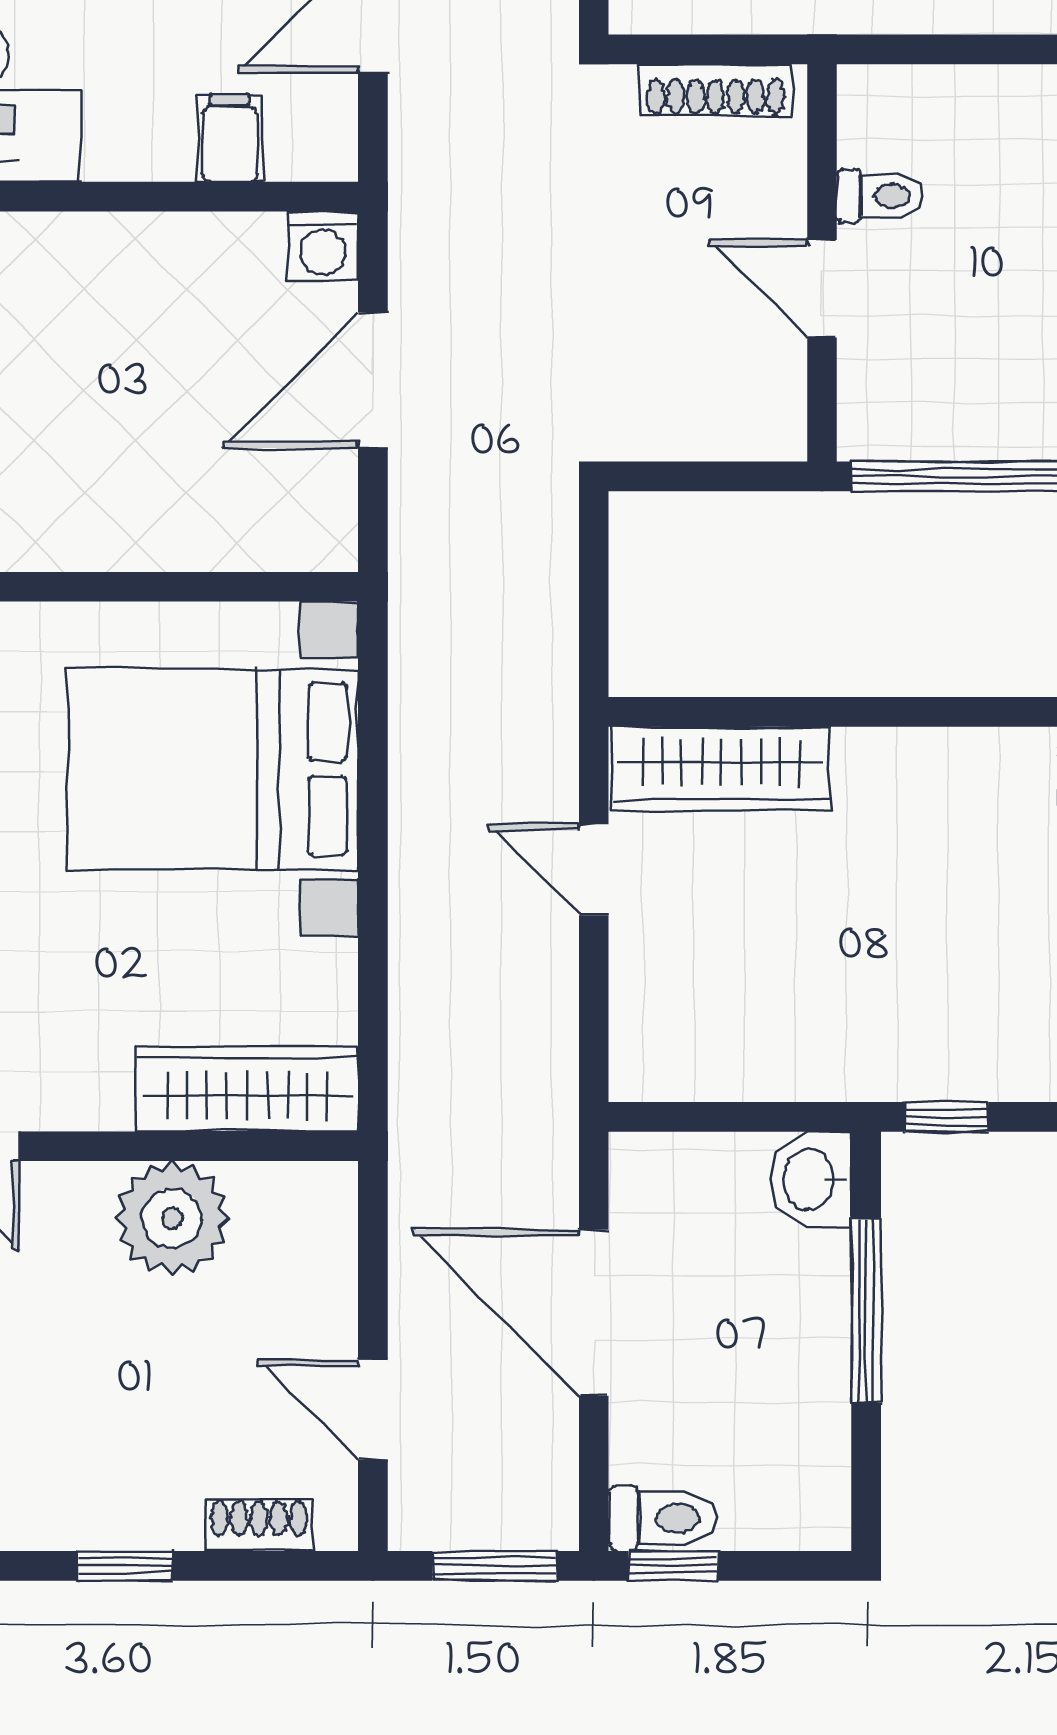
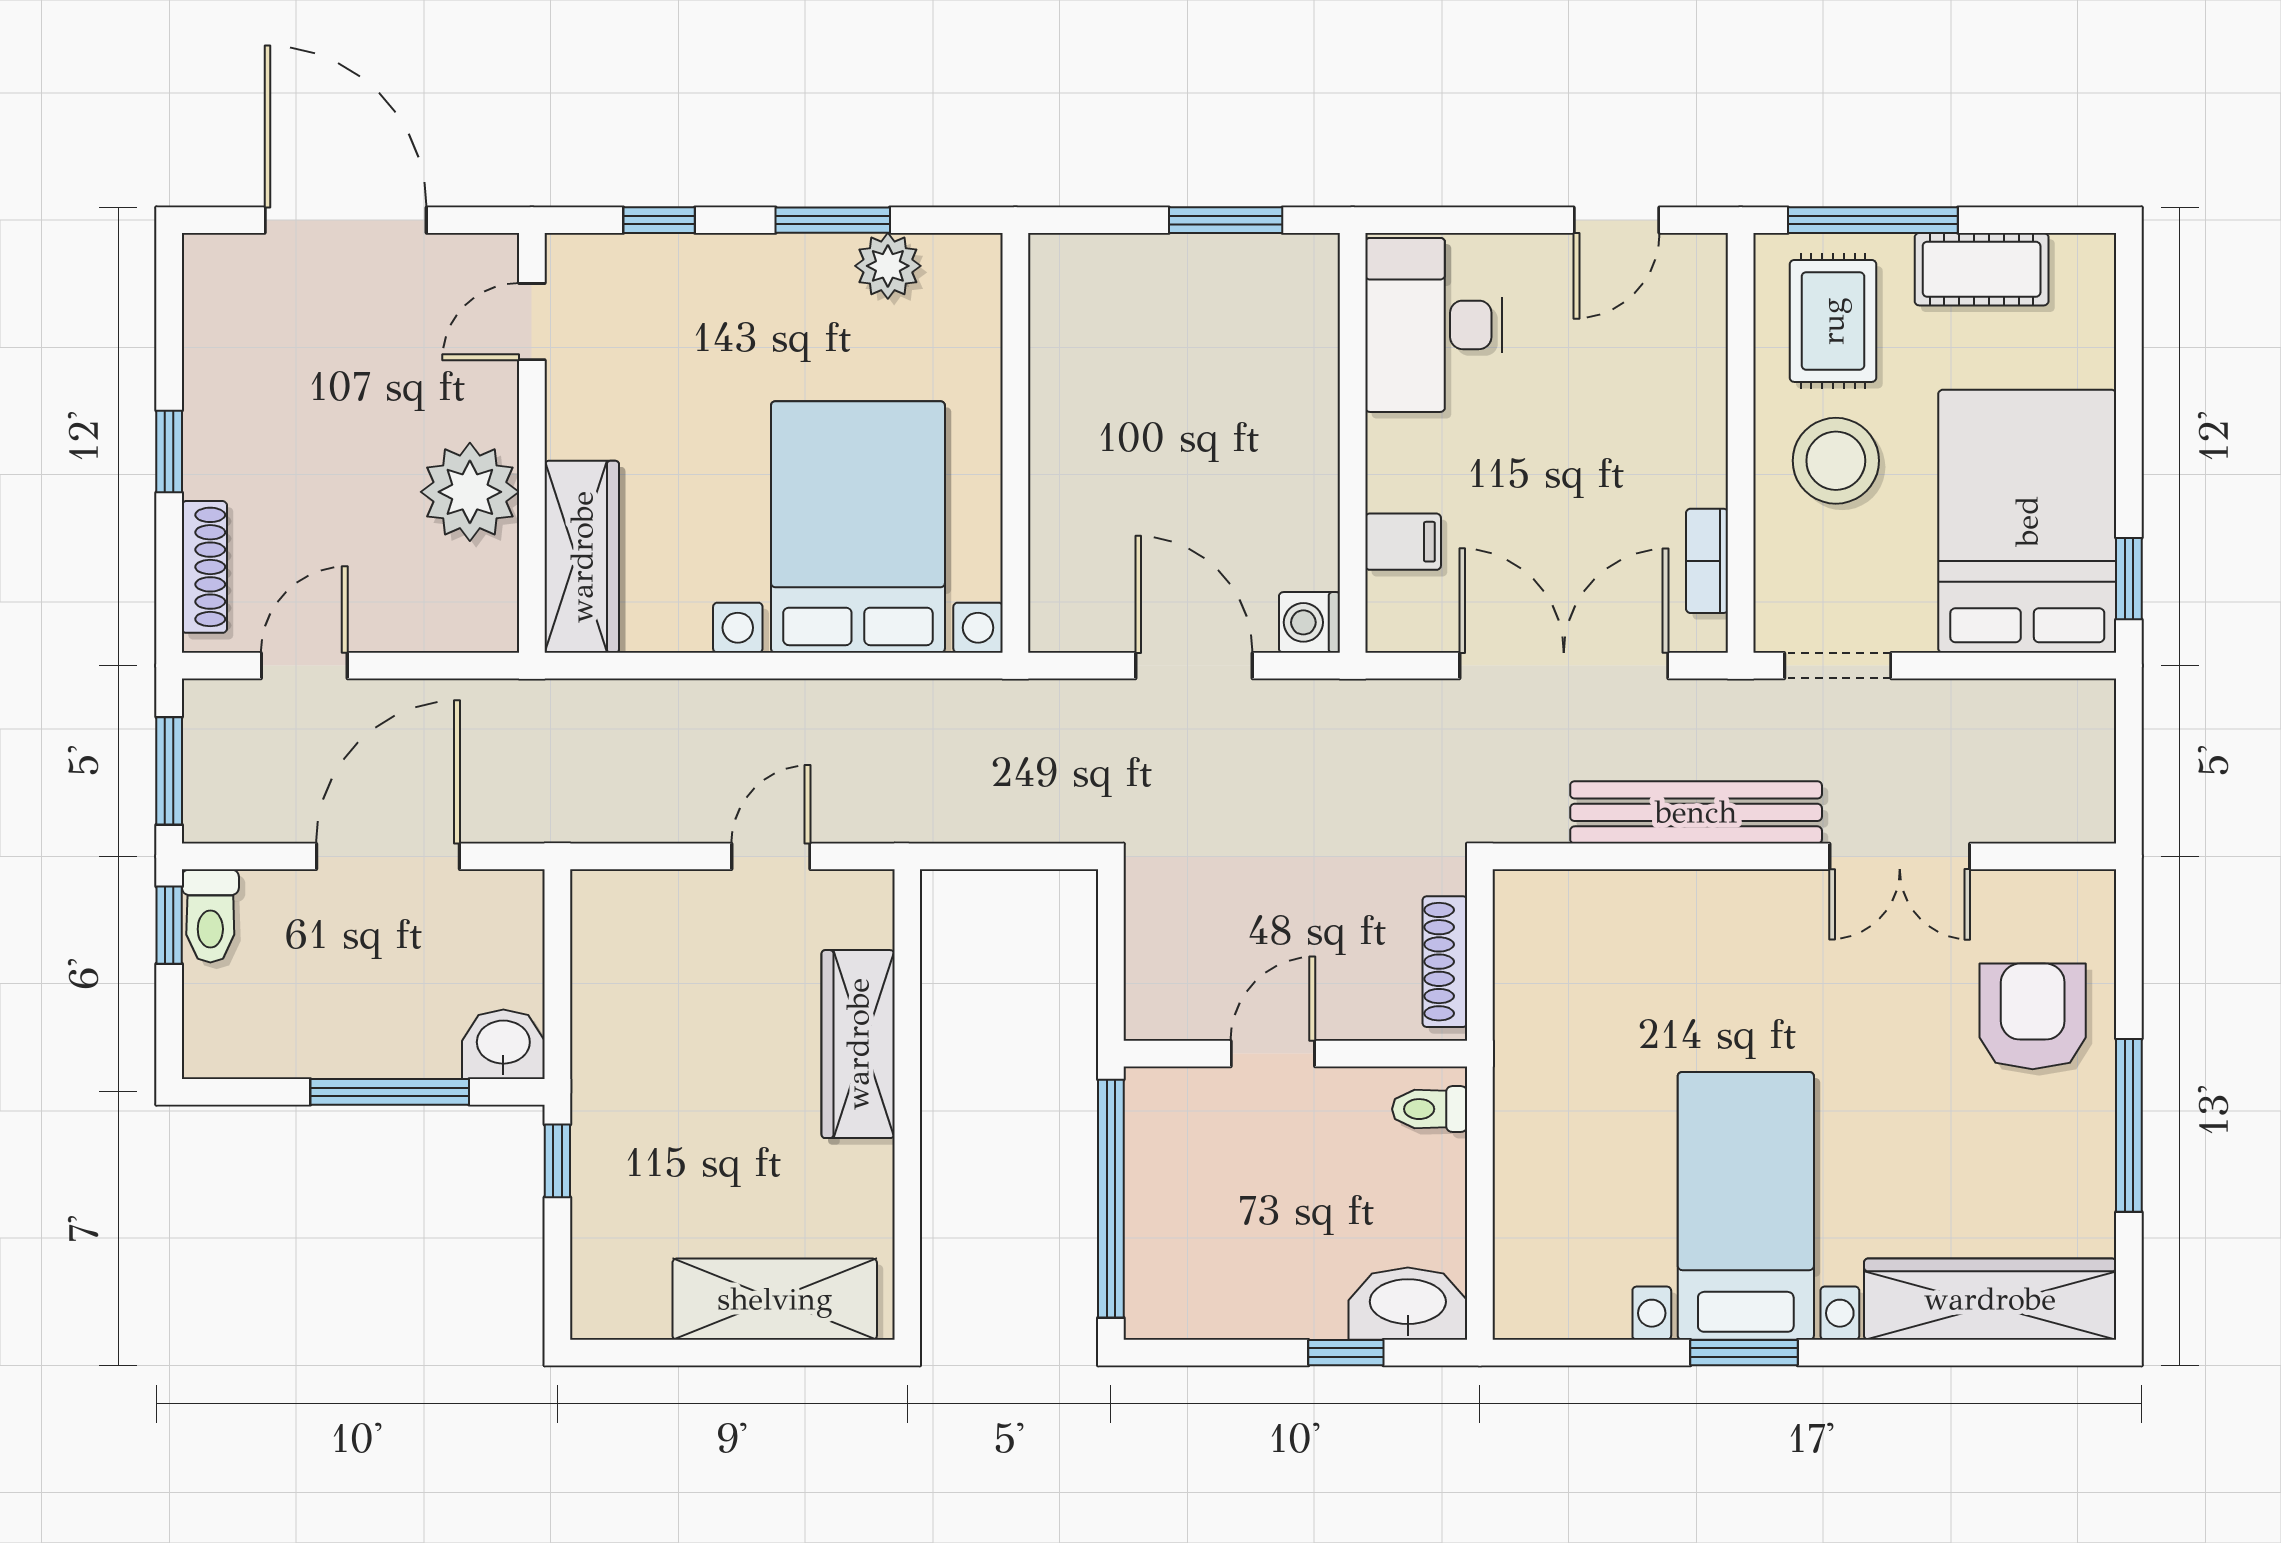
toilet: (880, 196) -> (1430, 1109), moved, turned 90
wardrobe: (721, 769) -> (858, 1044), moved
shoe rack: (259, 1525) -> (204, 567), width x1.43

